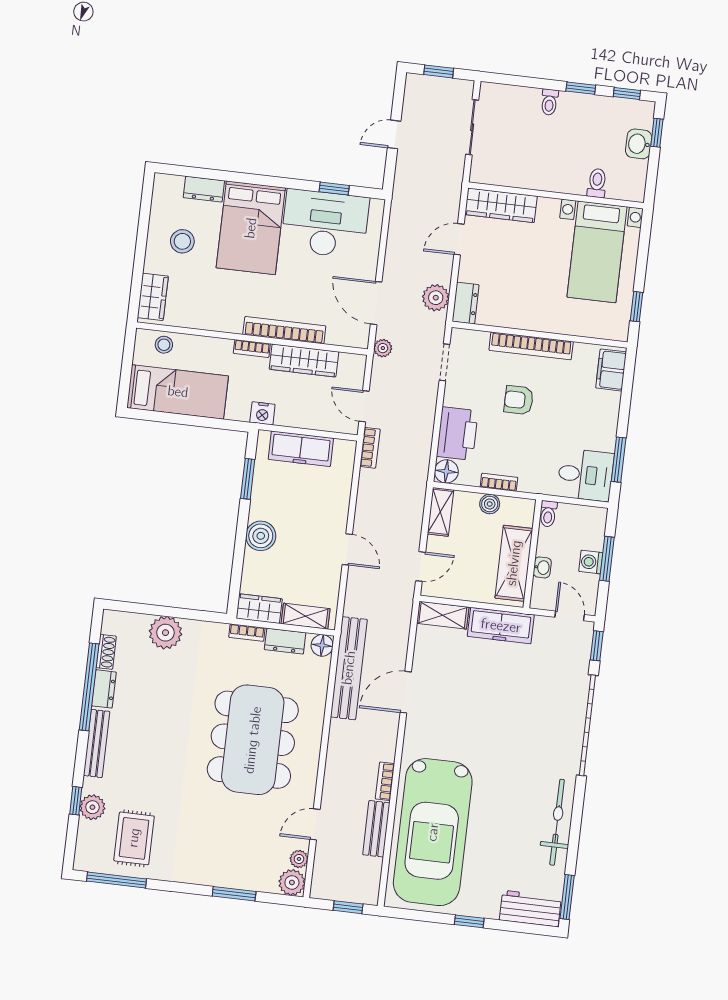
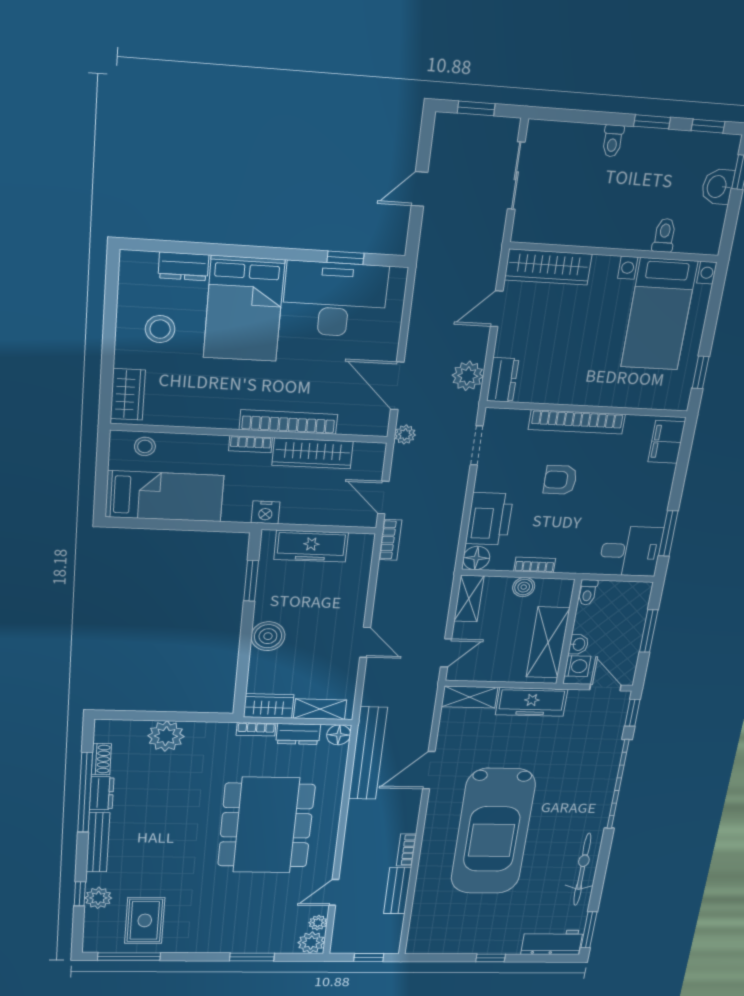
washing machine: (591, 562) -> (577, 666), moved, turned 180
car: (433, 832) -> (493, 832), moved

